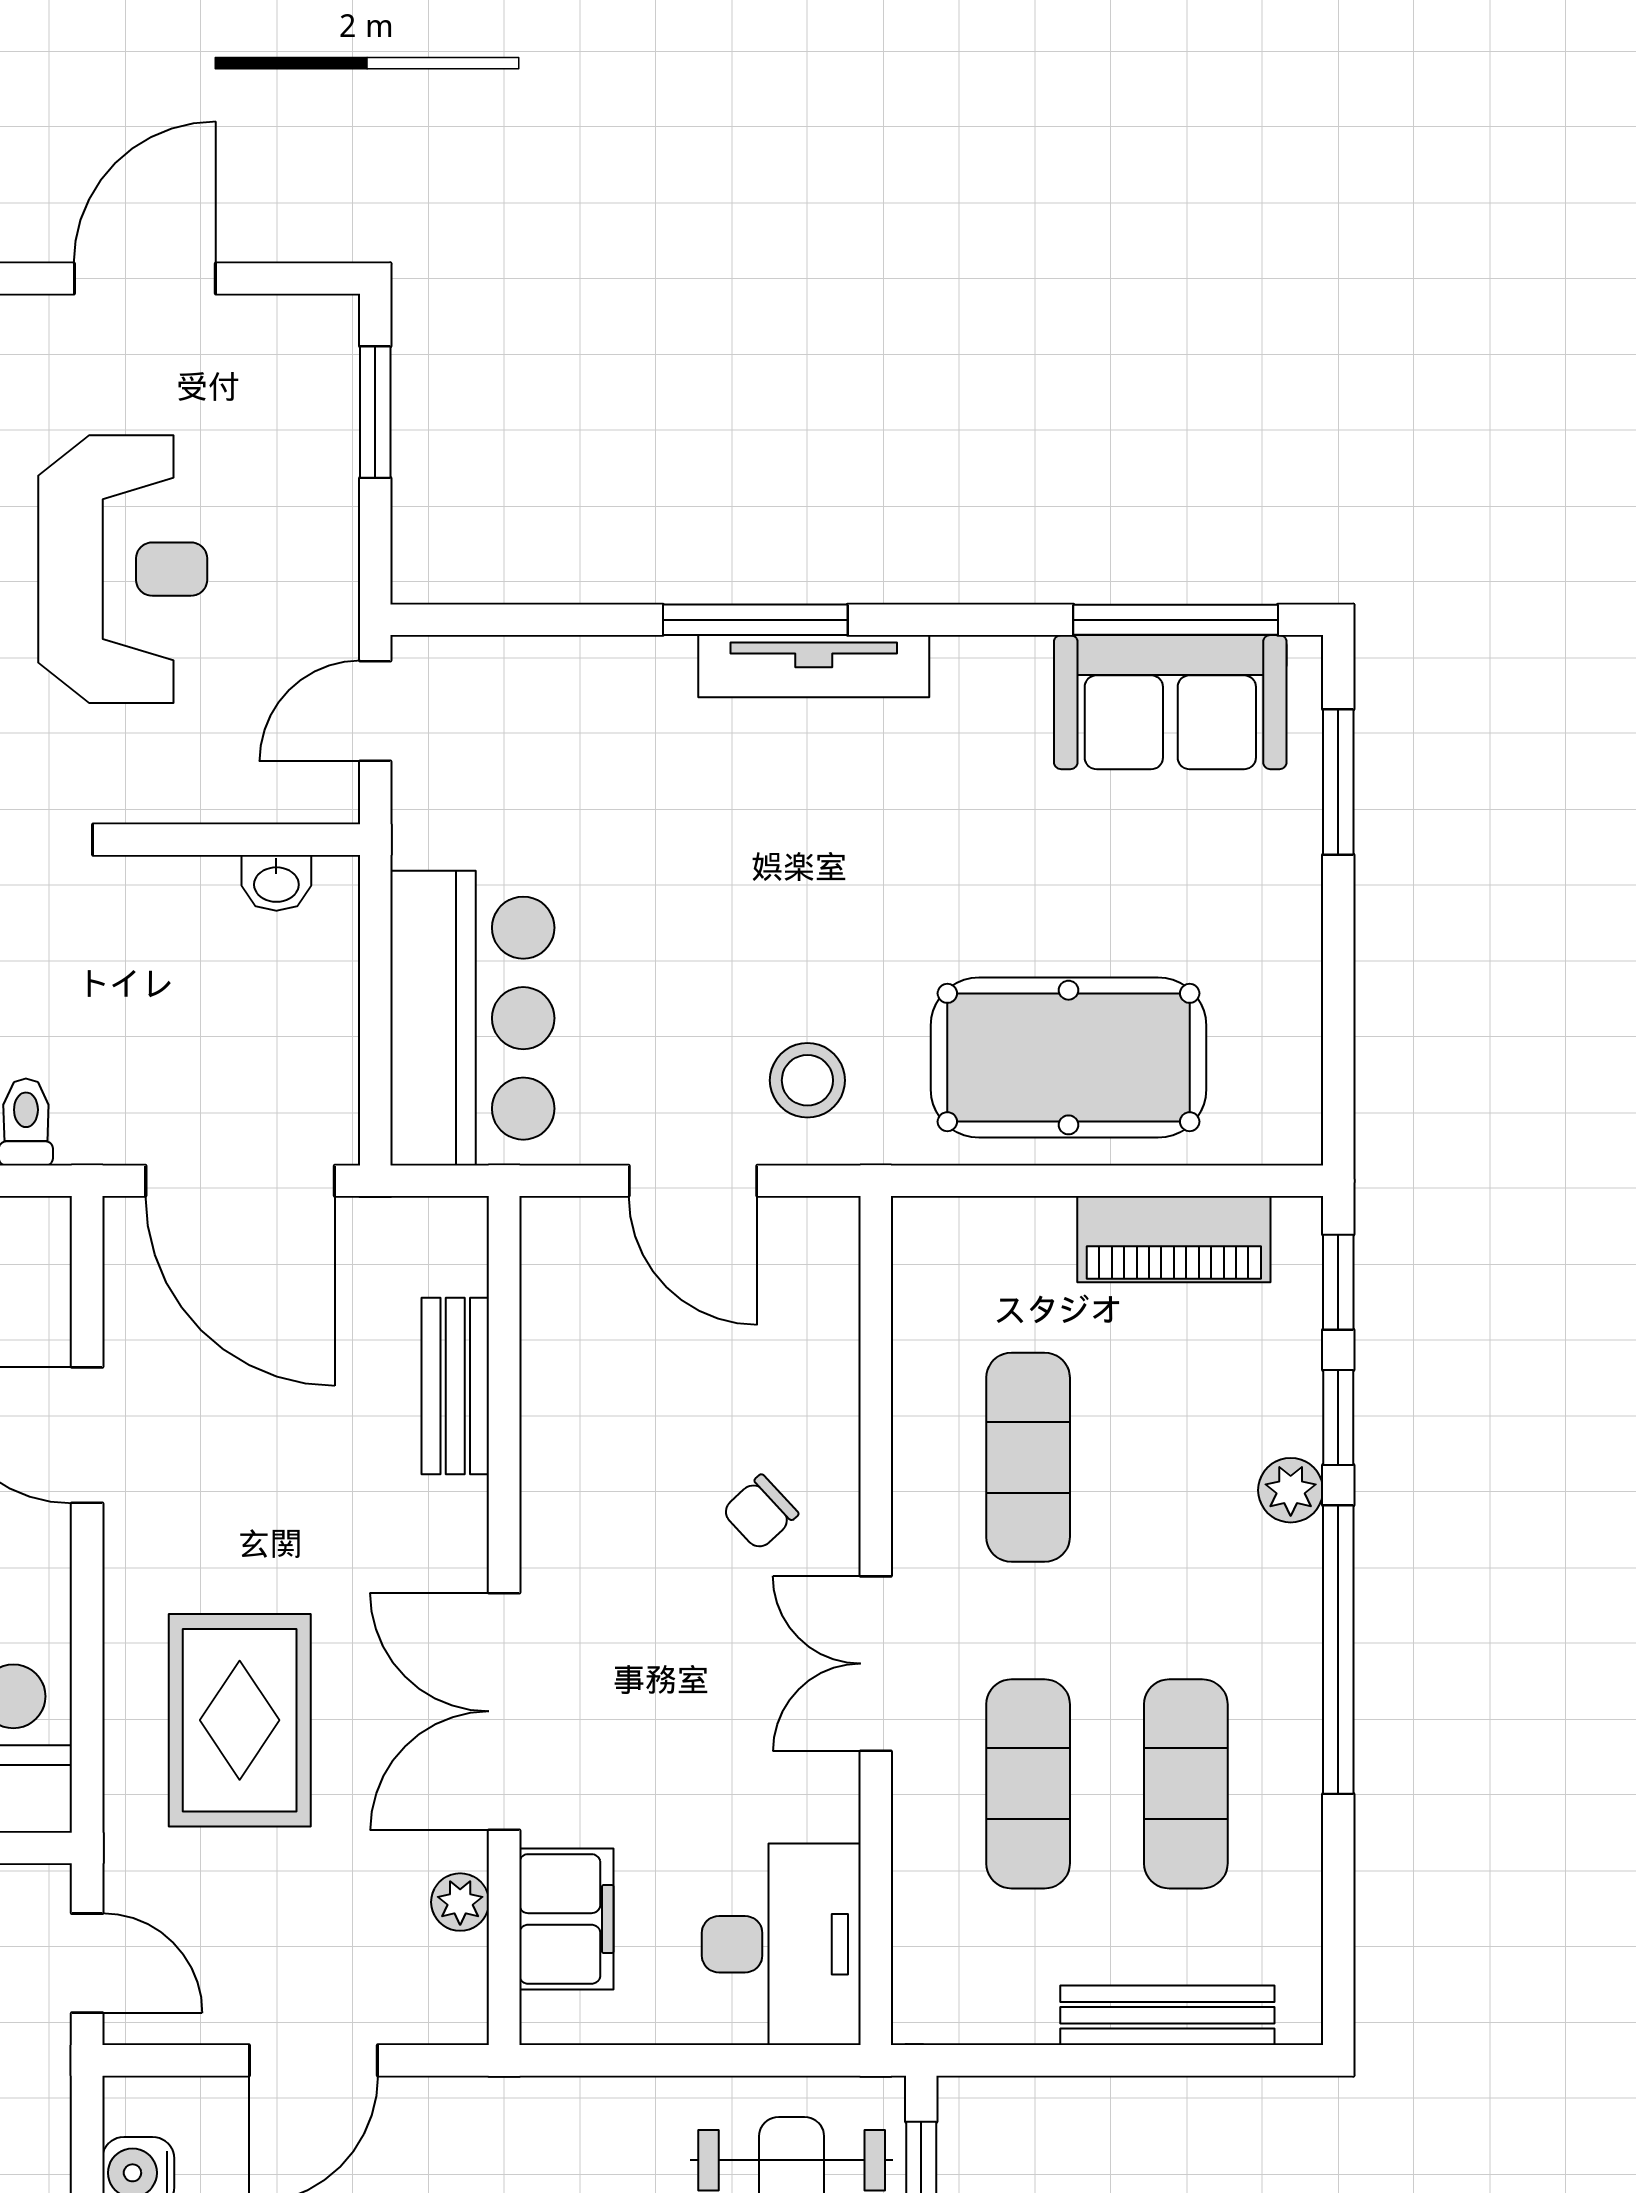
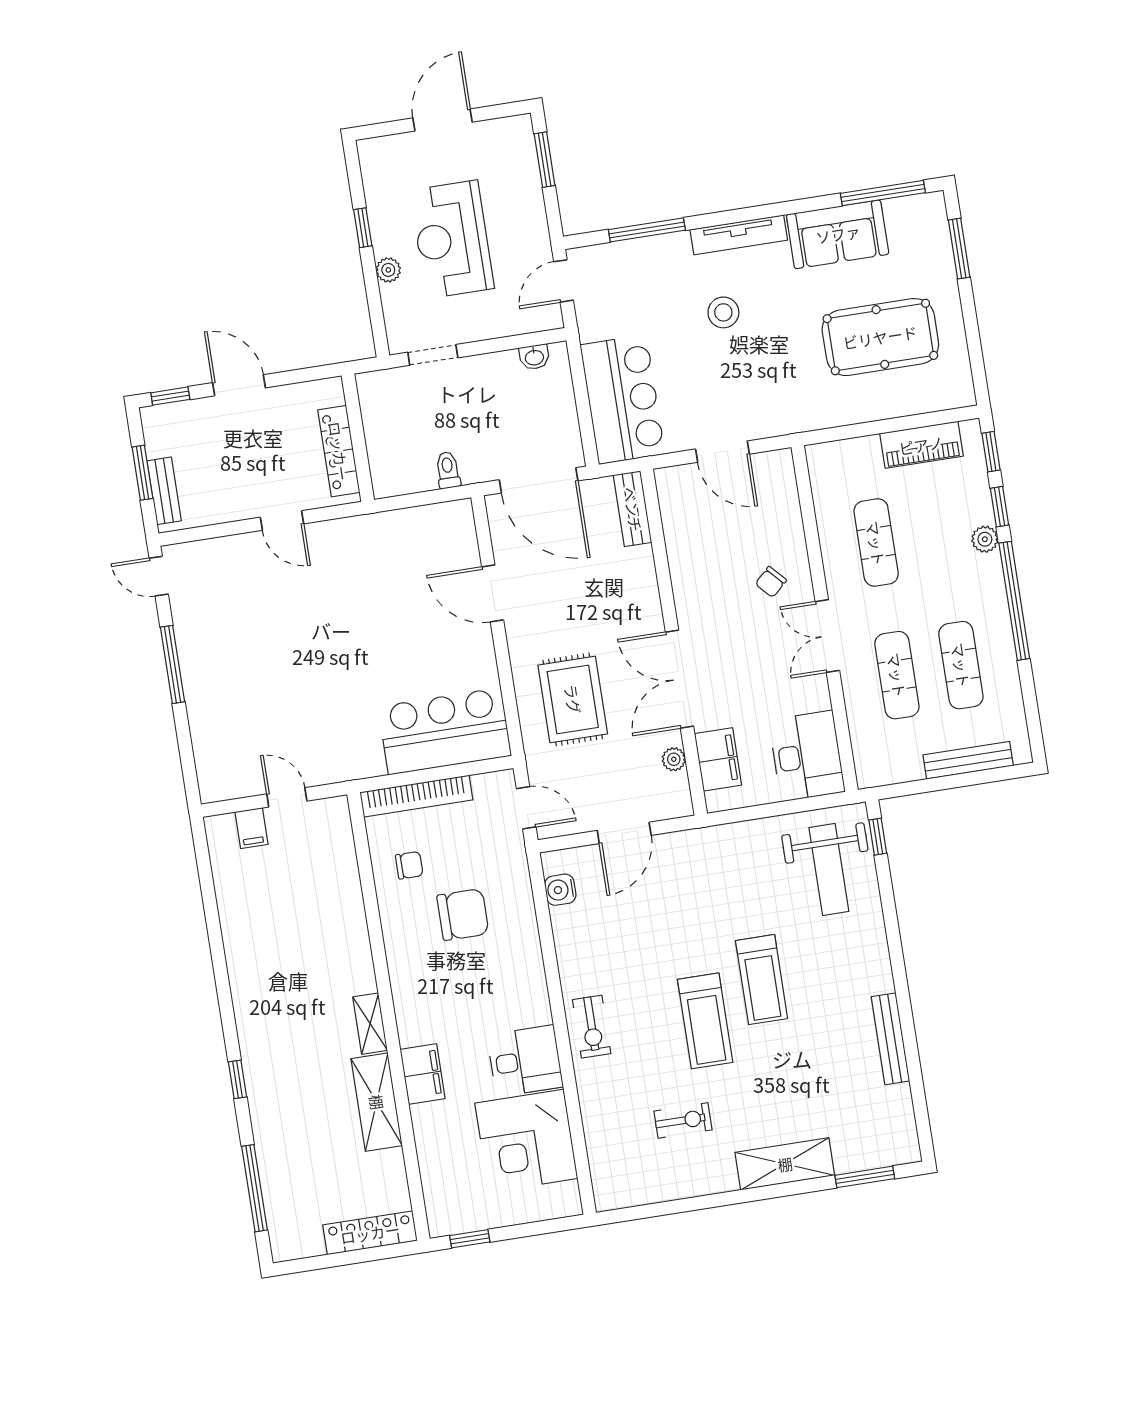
reception desk: (123, 569) -> (452, 239), turned 180
window: (755, 620) -> (647, 230), moved
sofa: (1170, 702) -> (838, 234), moved
pool table: (1069, 1058) -> (880, 337), moved
stool: (807, 1080) -> (723, 312), moved
bench: (455, 1386) -> (633, 509), moved

